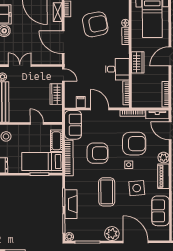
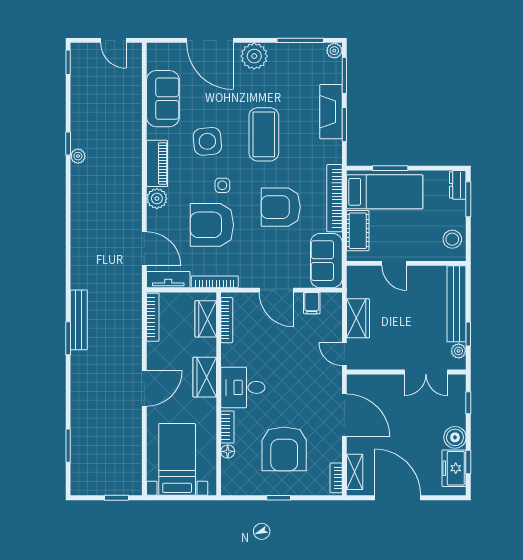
armchair: (95, 24) -> (284, 449), turned -79
desk: (117, 69) -> (243, 387), moved
wardrobe: (137, 93) -> (206, 319), added

